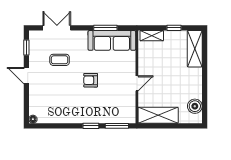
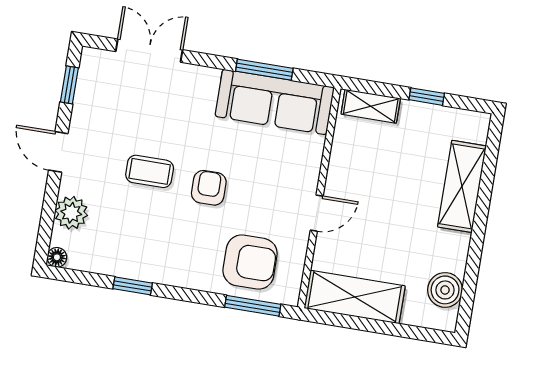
shelving: (195, 49) -> (462, 186), moved
coffee table: (60, 60) -> (150, 171), moved
armchair: (91, 80) -> (209, 188), turned 90
plant: (36, 100) -> (71, 213), added
armchair: (113, 108) -> (250, 262), added
window: (91, 126) -> (133, 286), moved

